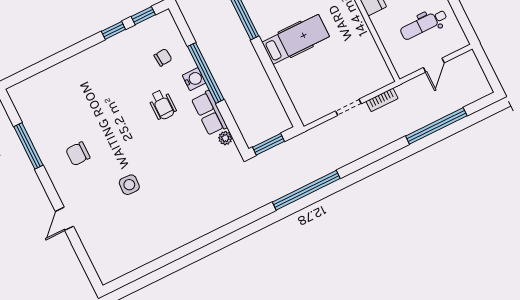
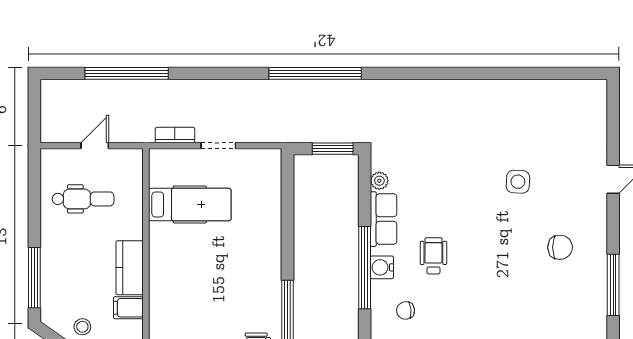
hospital bed: (296, 39) -> (190, 204), moved, turned 180

